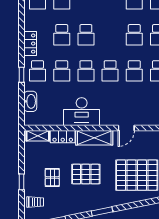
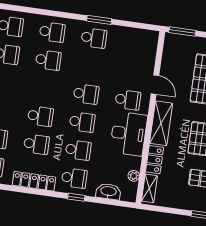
locker: (30, 44) -> (34, 181), width x1.53
school desk: (134, 71) -> (128, 100), moved
plant: (47, 121) -> (134, 176), added

